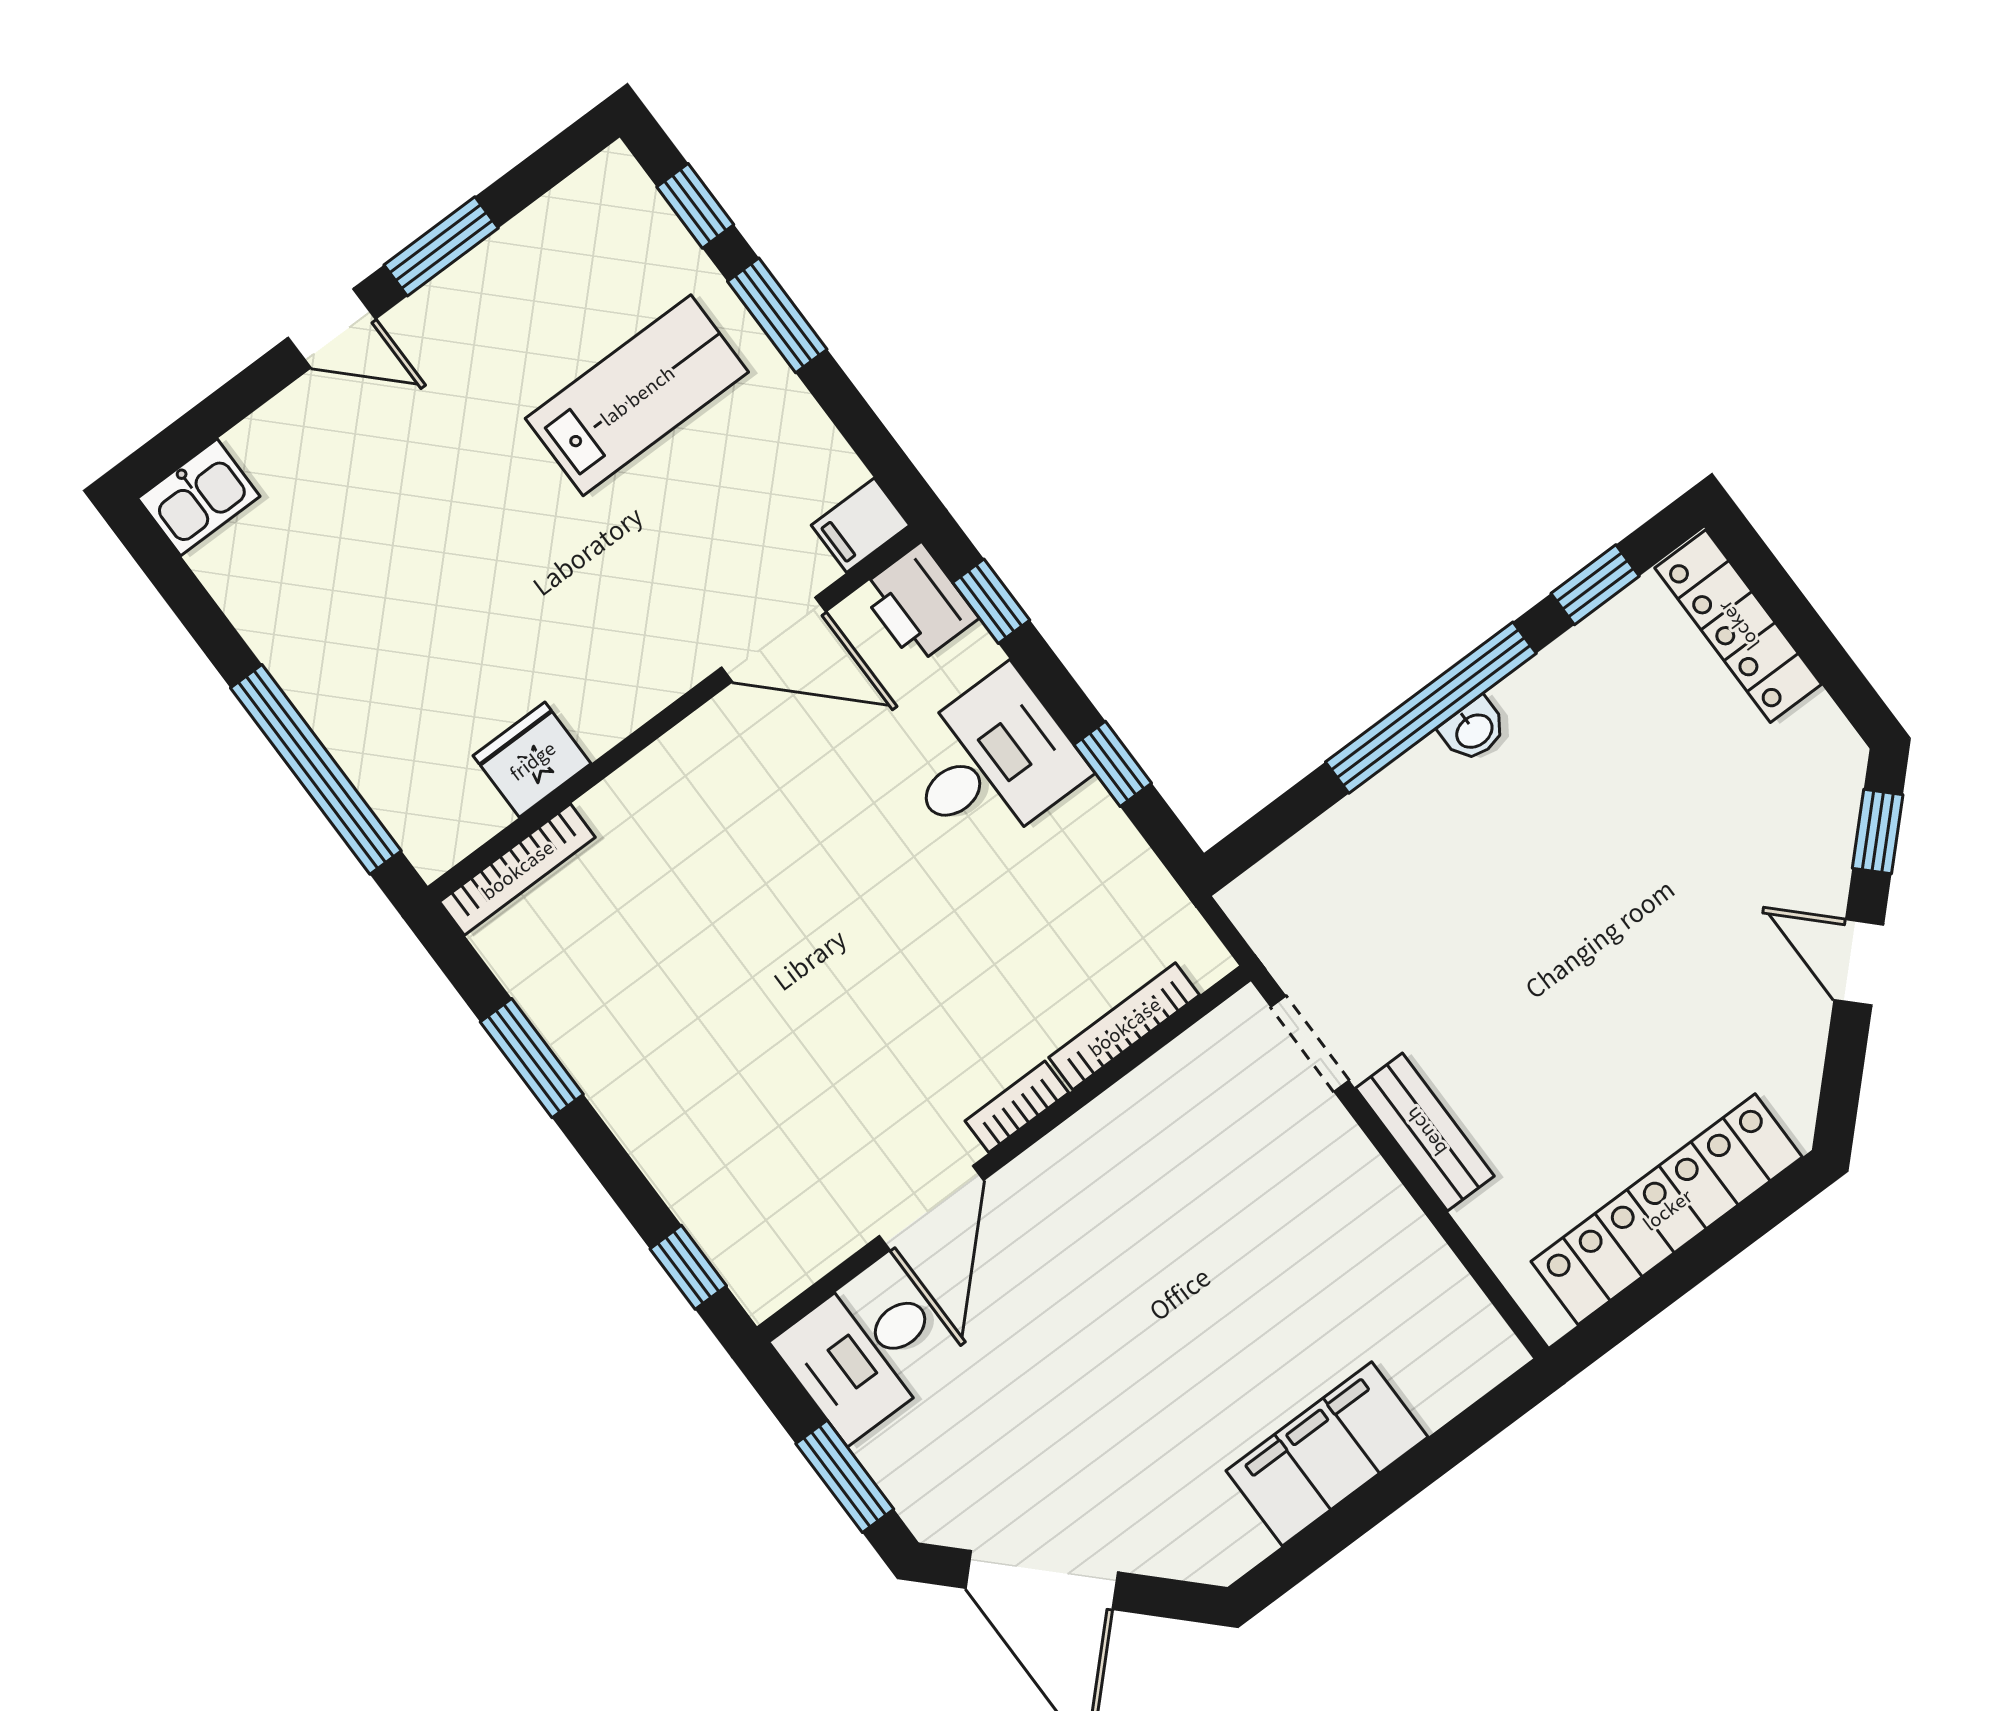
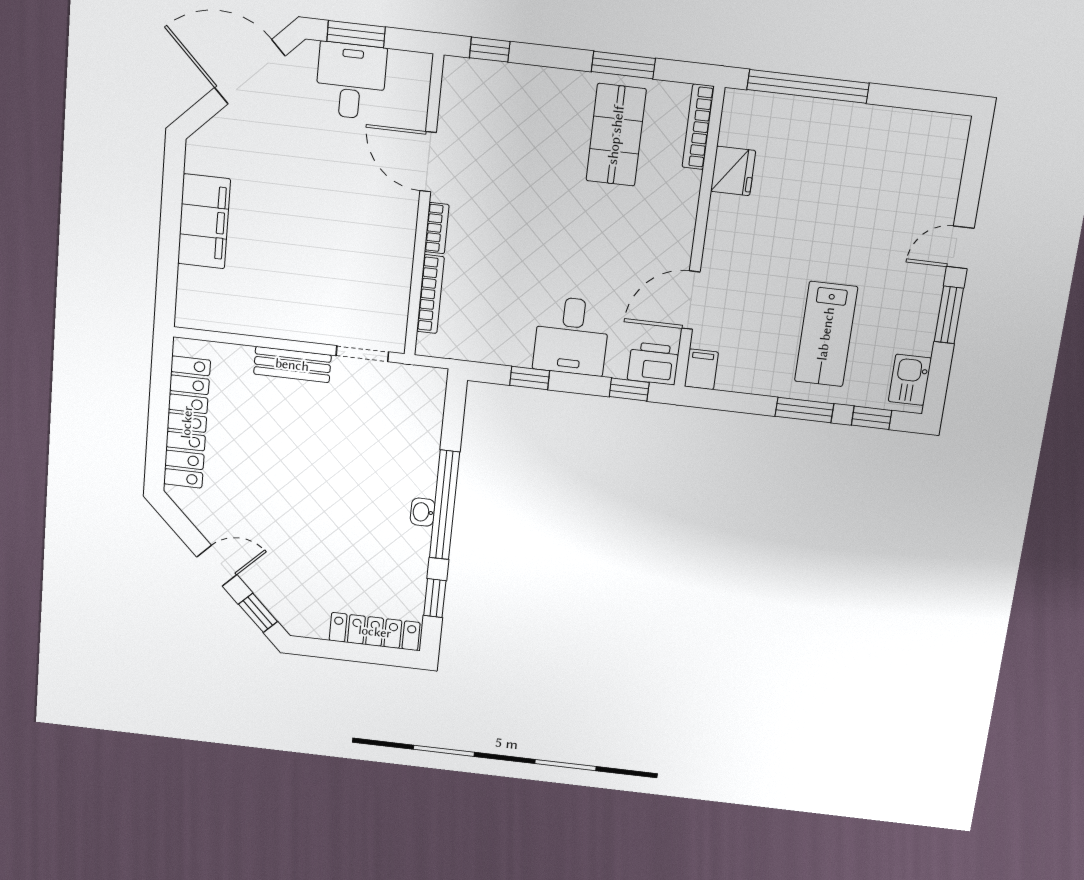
kitchen sink: (199, 497) -> (910, 380), moved
shop shelf: (639, 975) -> (616, 135), added
desk: (865, 1352) -> (351, 81), moved

